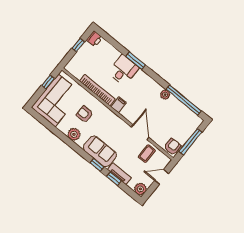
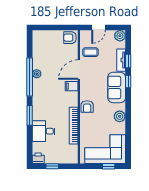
desk: (123, 70) -> (44, 131), moved
window: (48, 82) -> (109, 166), moved
window: (184, 100) -> (30, 77), moved
filing cabinet: (119, 105) -> (72, 86), moved
armchair: (85, 114) -> (87, 106), moved
window: (190, 142) -> (56, 27), removed
door: (162, 177) -> (99, 27), hinge flipped

